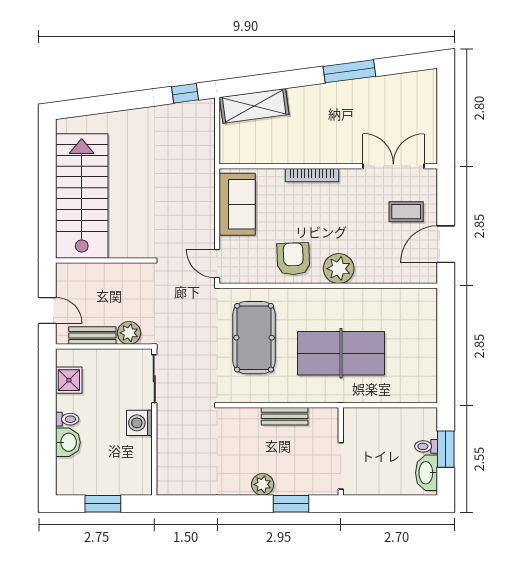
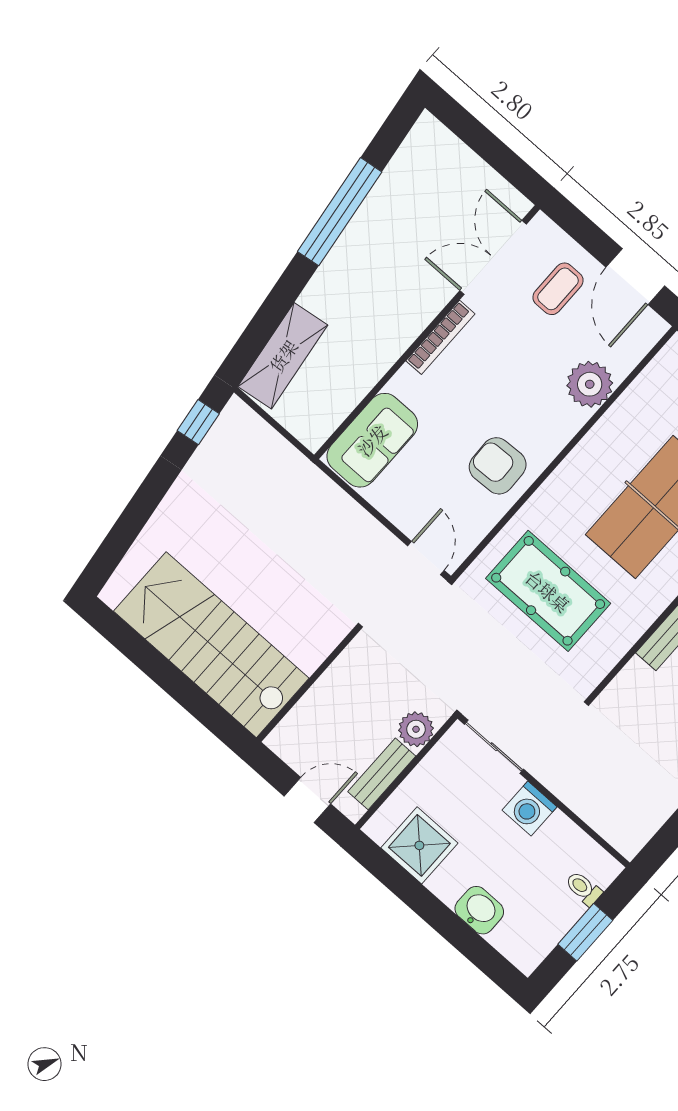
window: (349, 71) -> (340, 212), width x1.46
bookcase: (312, 175) -> (440, 337), moved
sofa: (237, 204) -> (372, 440), moved, turned 90
door: (217, 264) -> (426, 558), swing flipped
plant: (339, 269) -> (590, 384), moved
shower: (69, 380) -> (419, 845), width x1.36, depth x1.36
toilet: (67, 419) -> (583, 888), moved, turned -90

